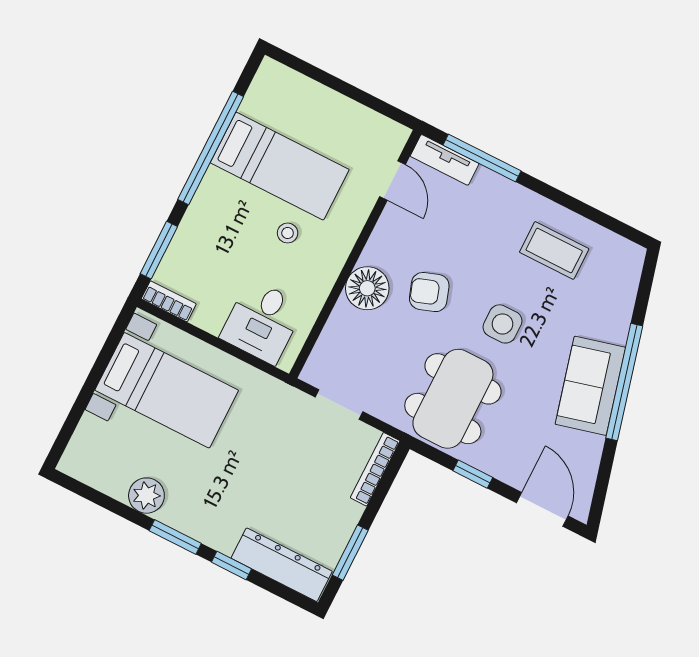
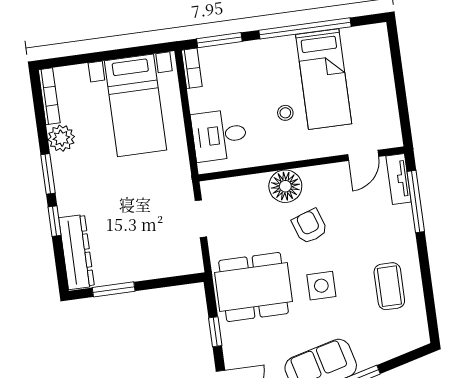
bookcase: (375, 469) -> (49, 96), moved, turned 90

